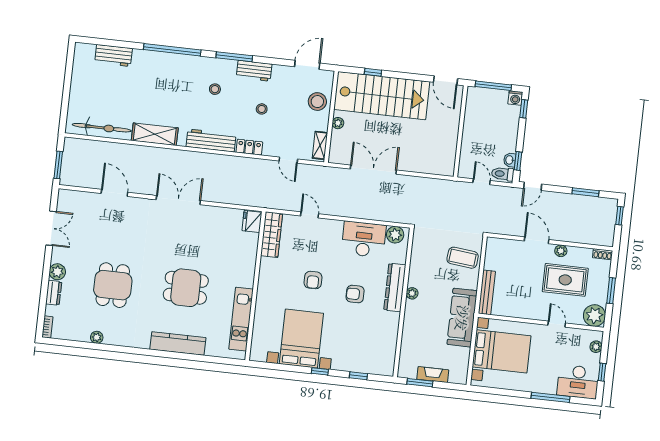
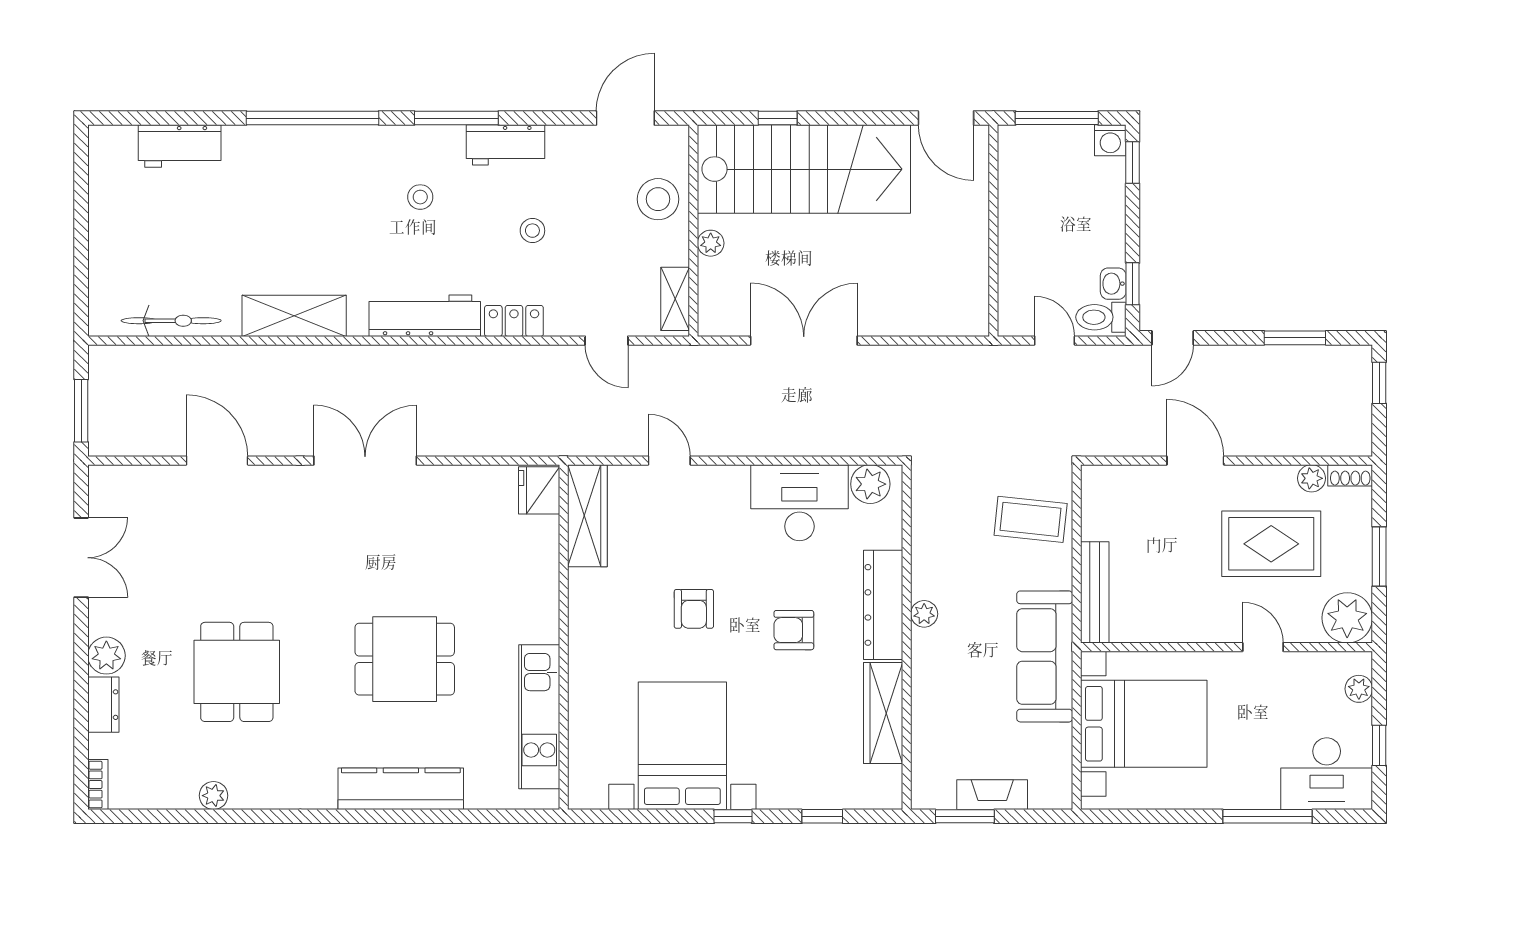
bicycle: (102, 128) -> (171, 321), width x0.73, depth x0.71
plant: (561, 251) -> (1312, 478), moved
wardrobe: (390, 334) -> (883, 713), added

